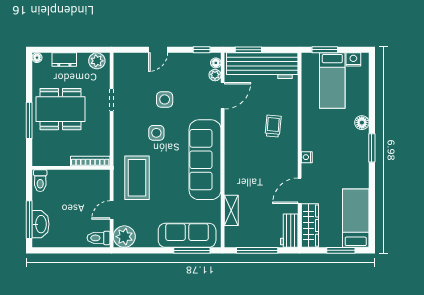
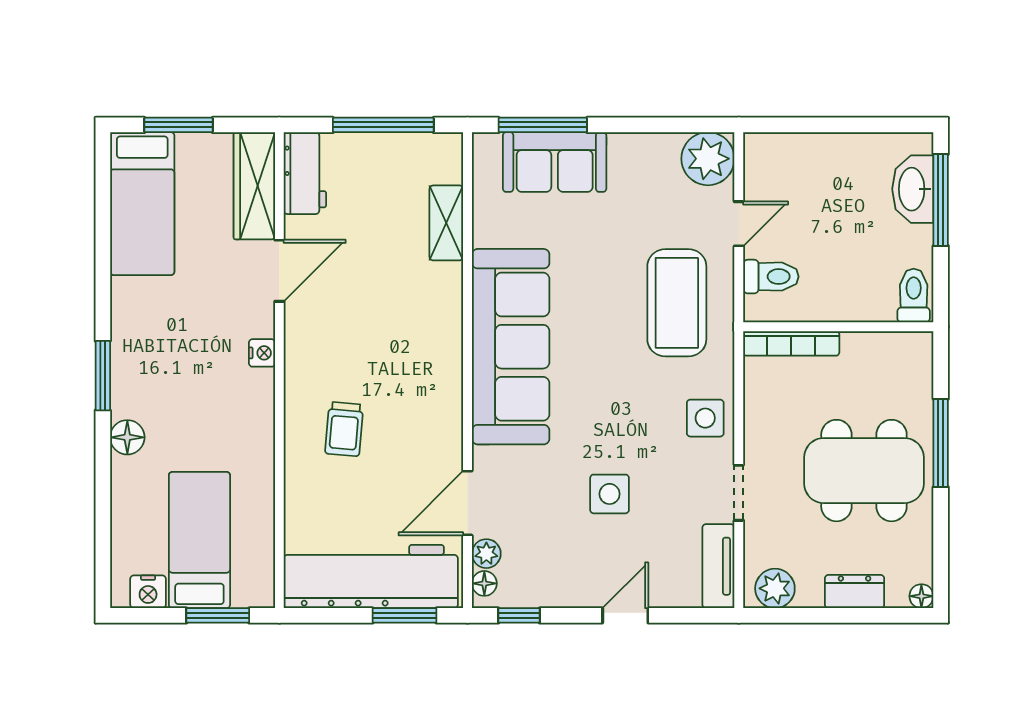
tv unit: (120, 70) -> (718, 566), added
side table: (156, 133) -> (705, 418), moved
sofa: (187, 235) -> (555, 162), width x0.73
toilet: (99, 238) -> (771, 277), moved

